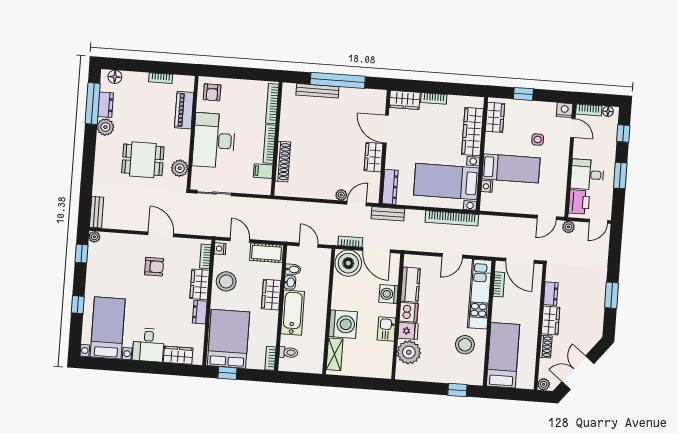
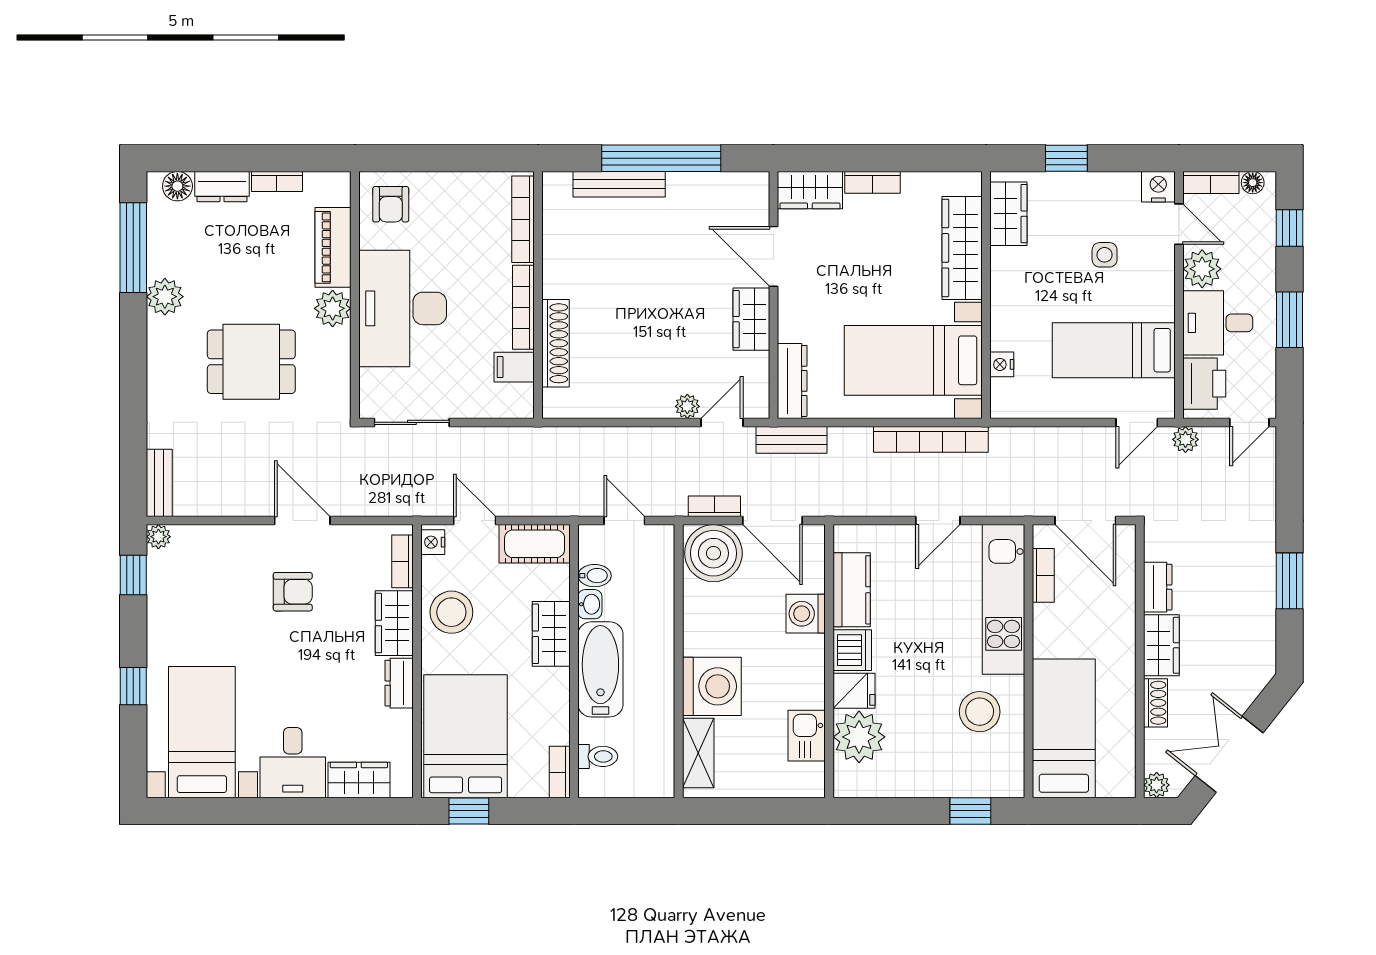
dresser: (105, 105) -> (222, 187), moved, turned 90
plant: (582, 149) -> (1202, 269), added
plant: (180, 168) -> (333, 308), moved
bed: (511, 168) -> (1114, 350), moved, turned 180
kitchen sink: (386, 329) -> (807, 736), moved

